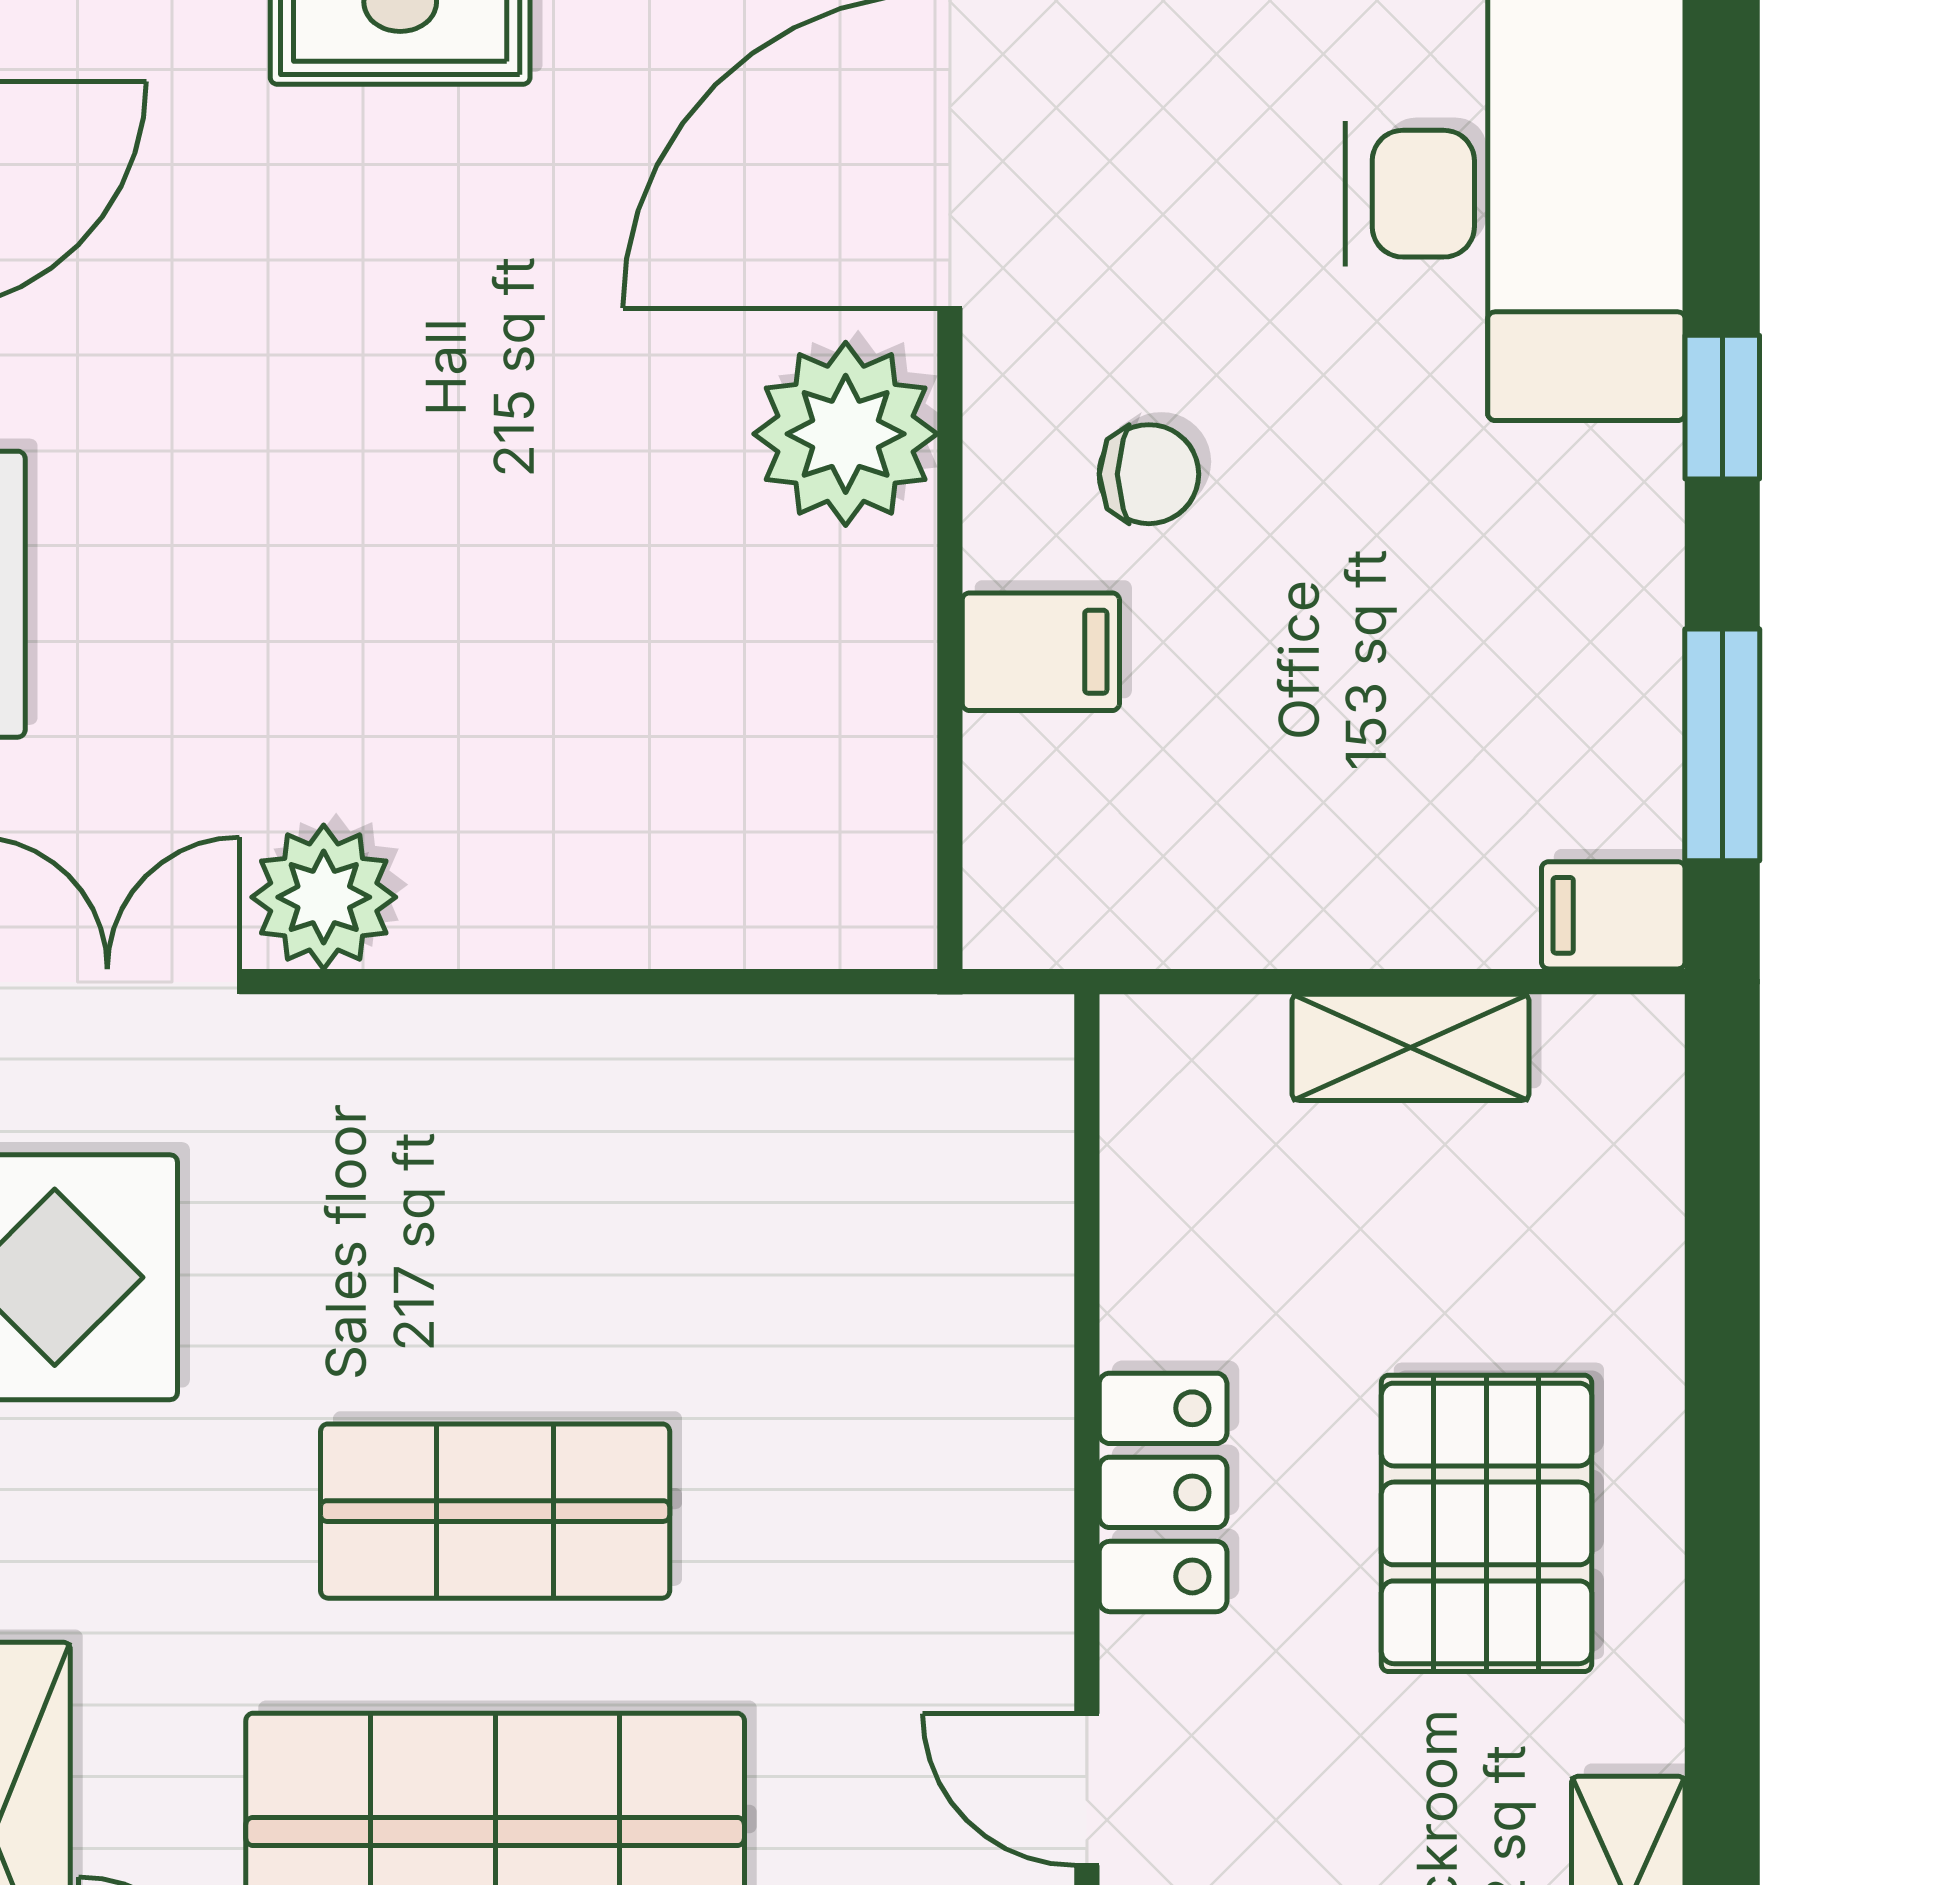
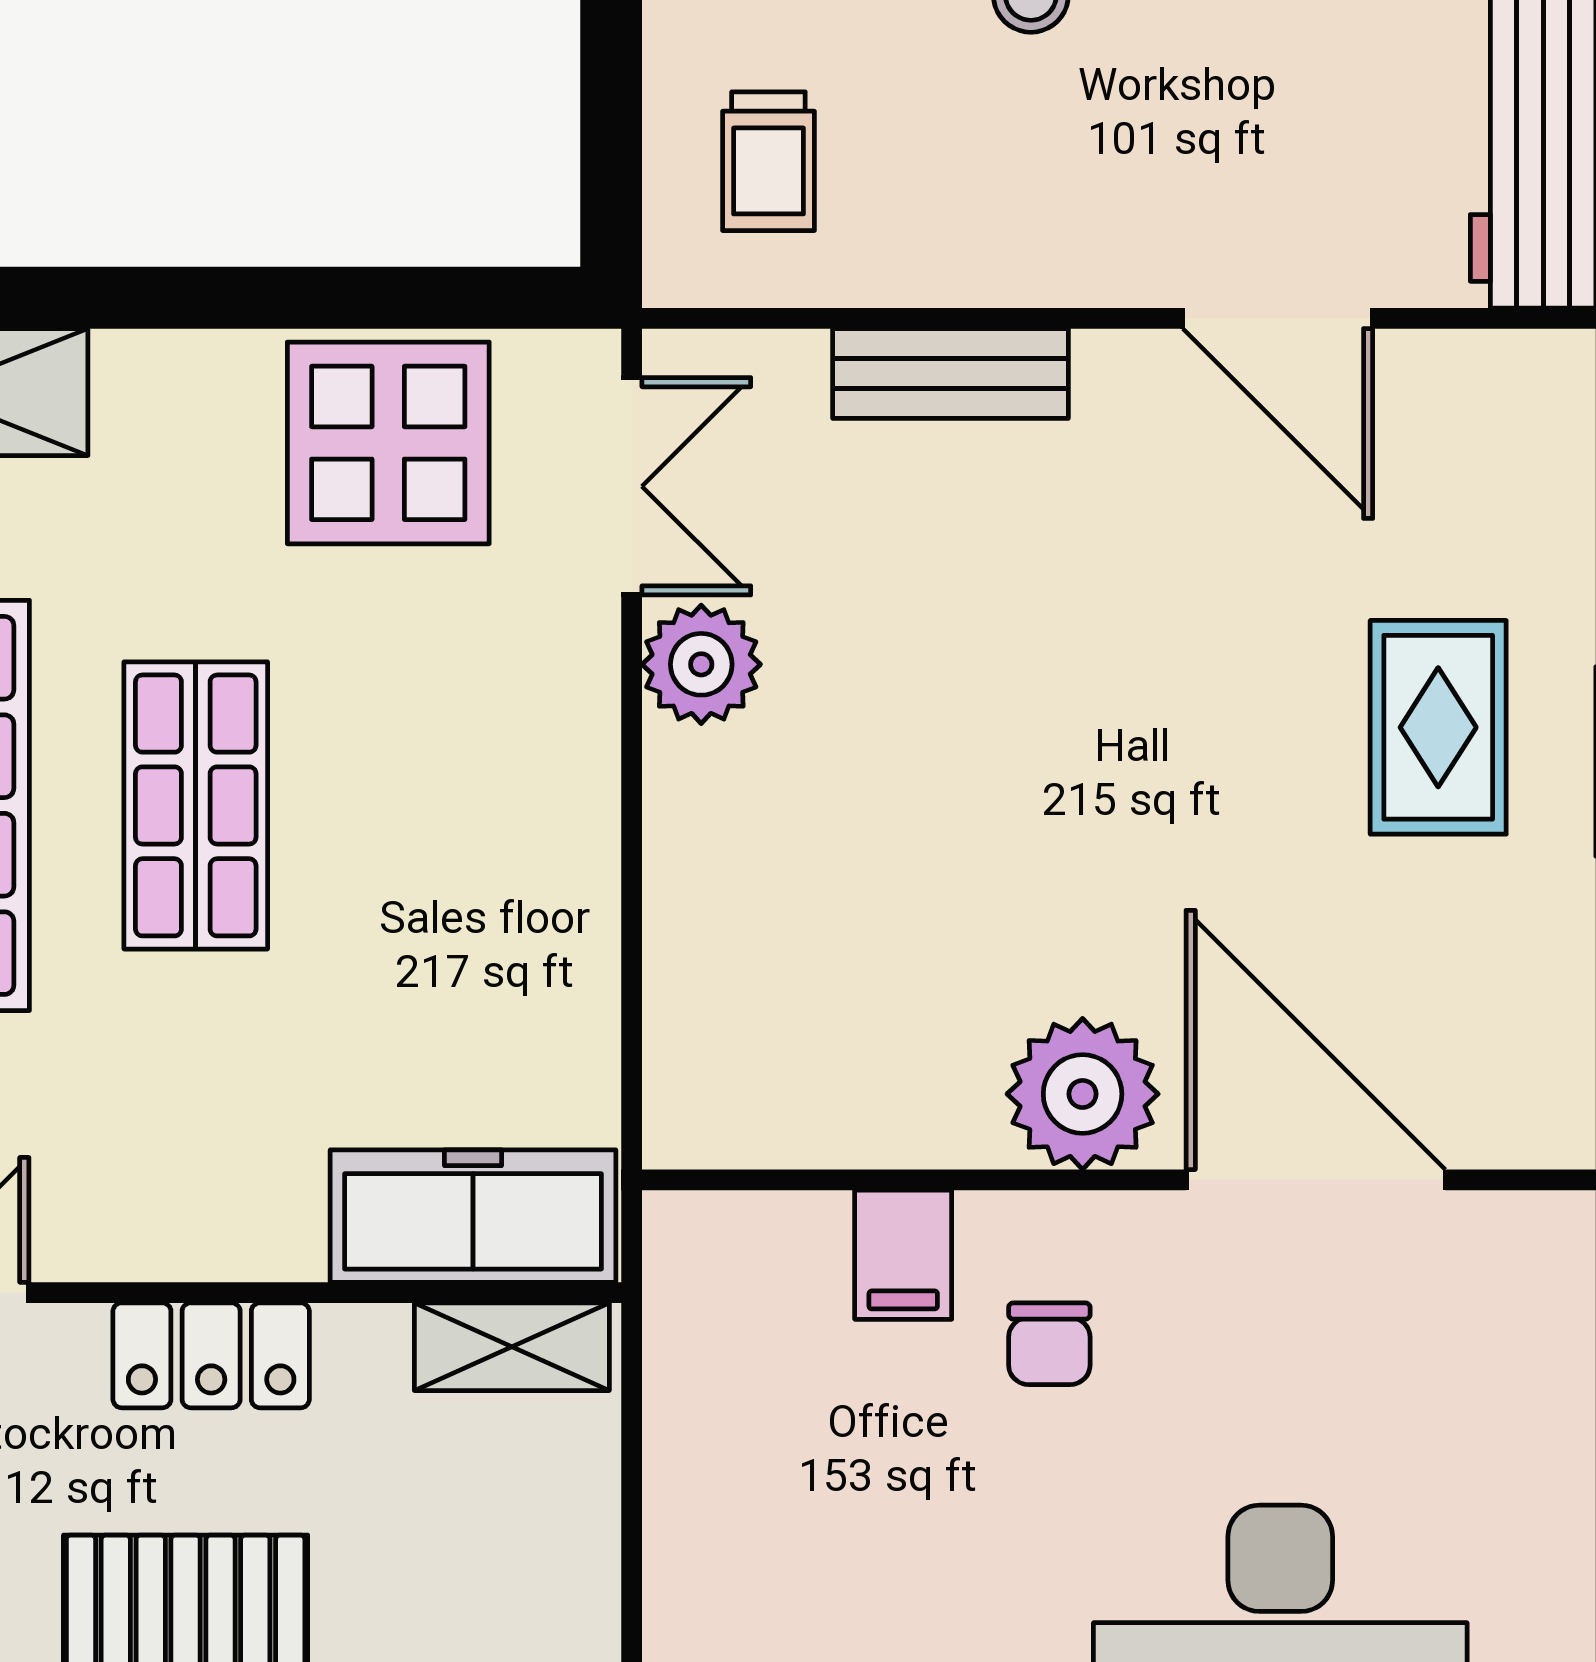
shelving: (1411, 1047) -> (512, 1347), moved, turned 90
freezer: (994, 1174) -> (473, 1216), added

